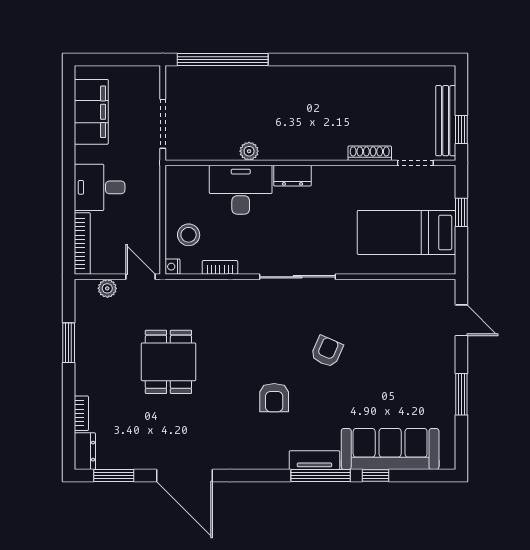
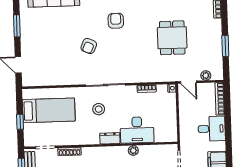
stool: (189, 235) -> (99, 109), moved

